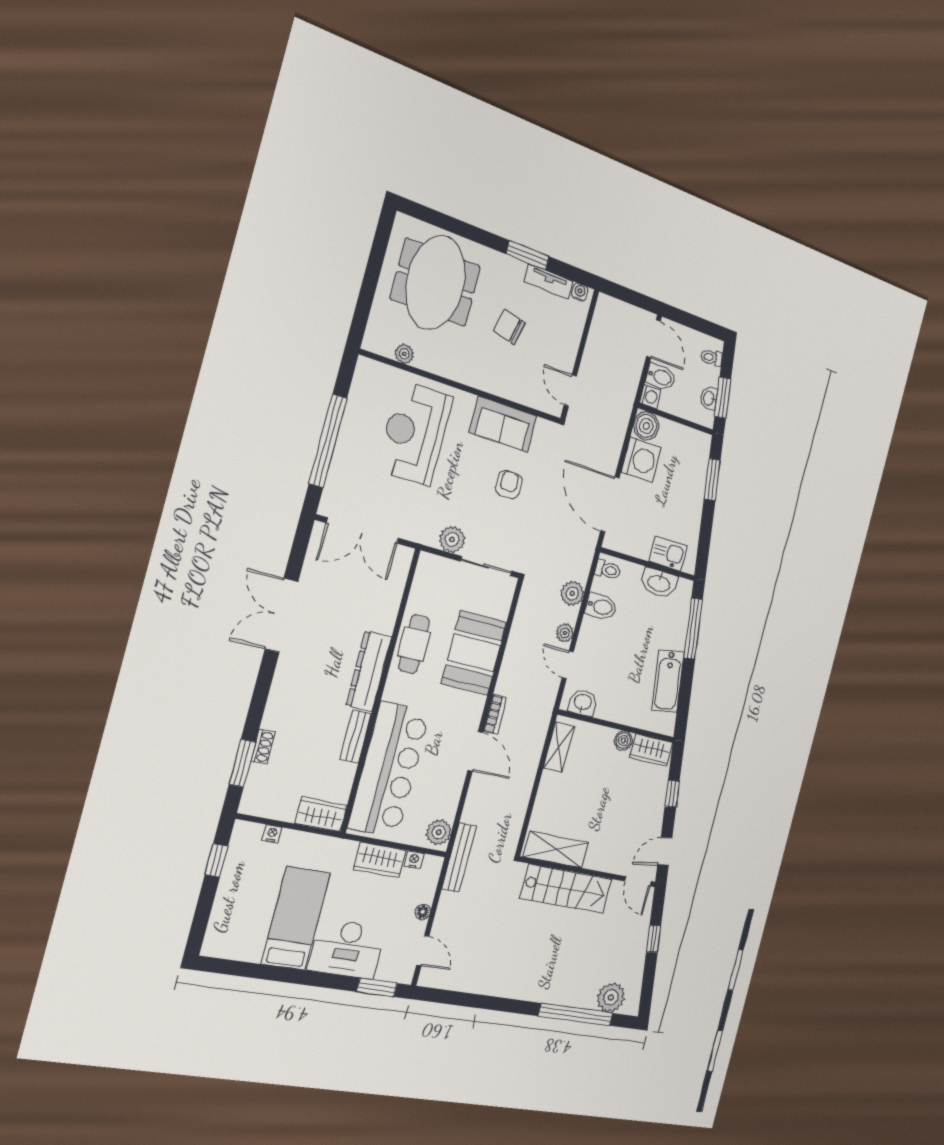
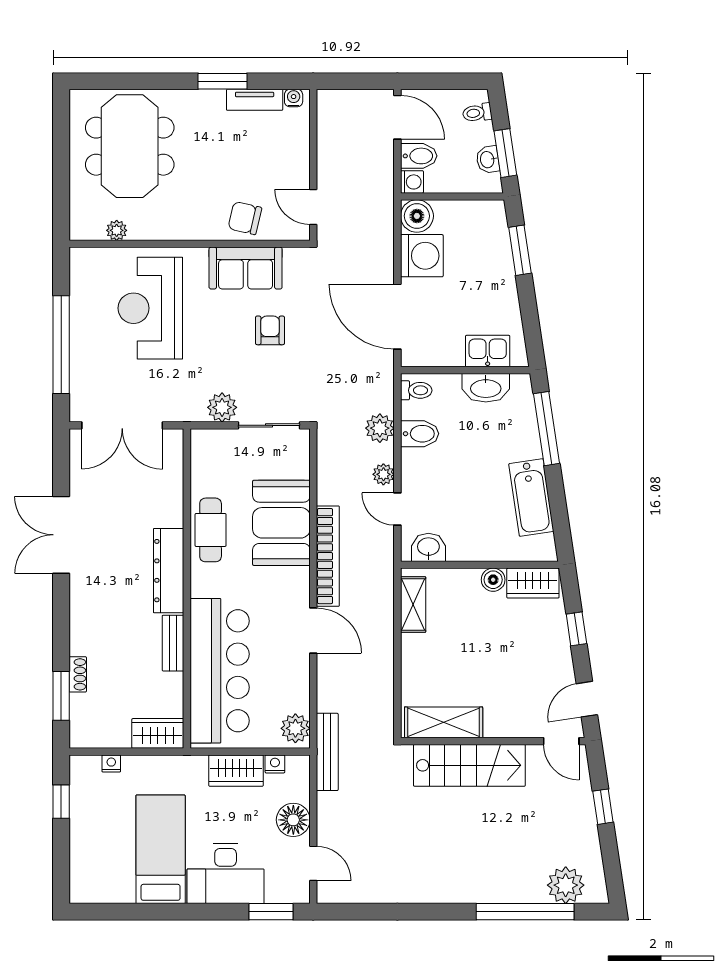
chair: (509, 327) -> (245, 218), moved
bookcase: (495, 714) -> (328, 556), width x2.31, depth x1.31
floor lamp: (423, 912) -> (293, 820), width x1.89, depth x1.89

